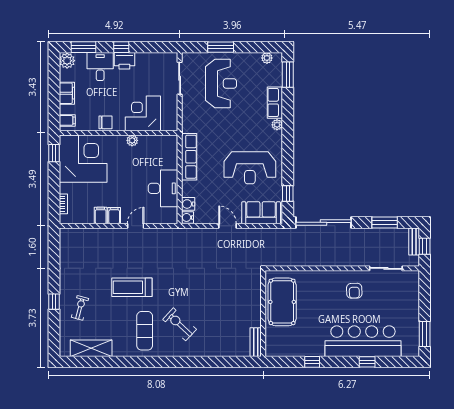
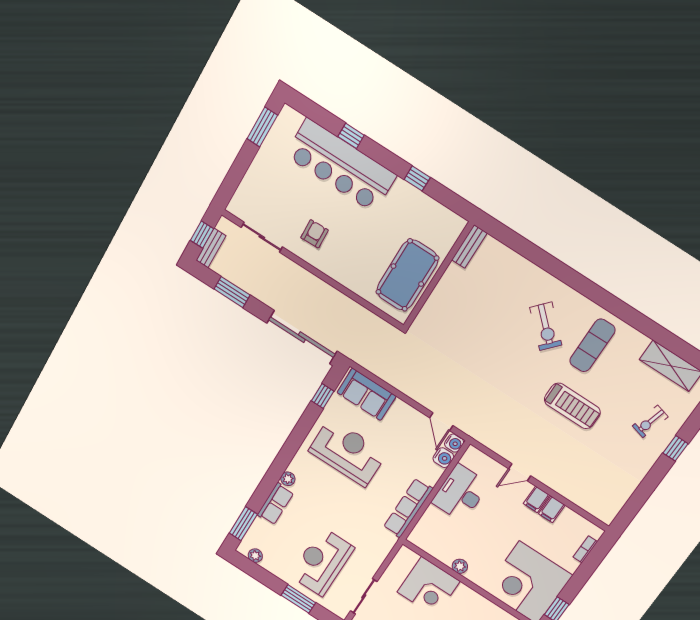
chair: (106, 122) -> (476, 604), removed
door: (228, 226) -> (441, 422), moved

